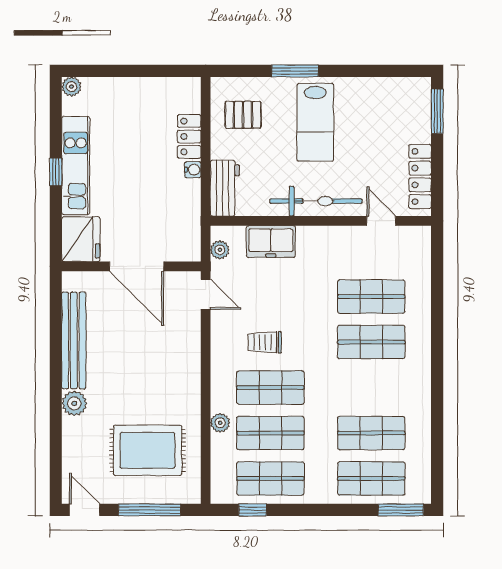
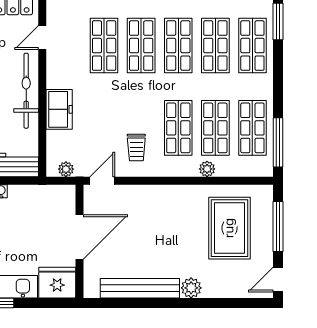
freezer: (271, 242) -> (59, 109), moved
trolley: (265, 342) -> (136, 147), moved
shop shelf: (371, 388) -> (178, 46), added
window: (253, 510) -> (278, 142), width x2.17

